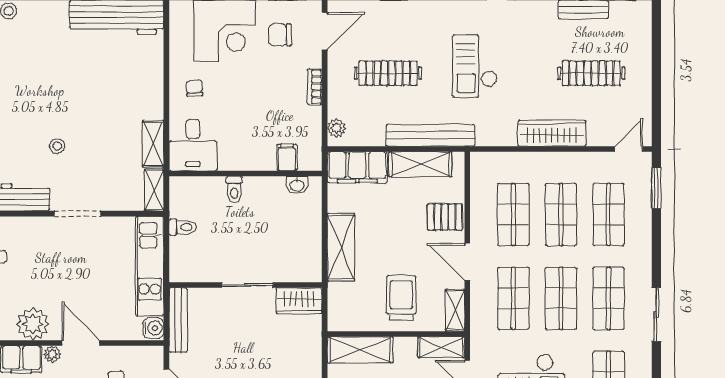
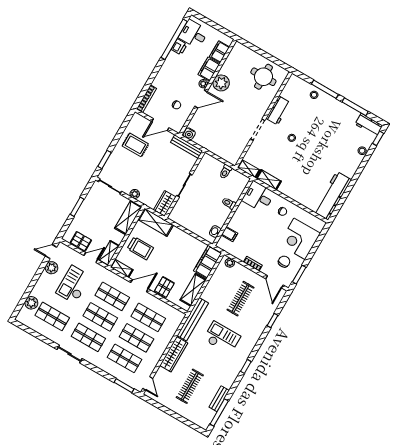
bench: (430, 135) -> (193, 319), moved
shelving: (341, 247) -> (156, 222), moved
kitchen unit: (150, 266) -> (217, 148), removed
plant: (313, 362) -> (135, 194), added

